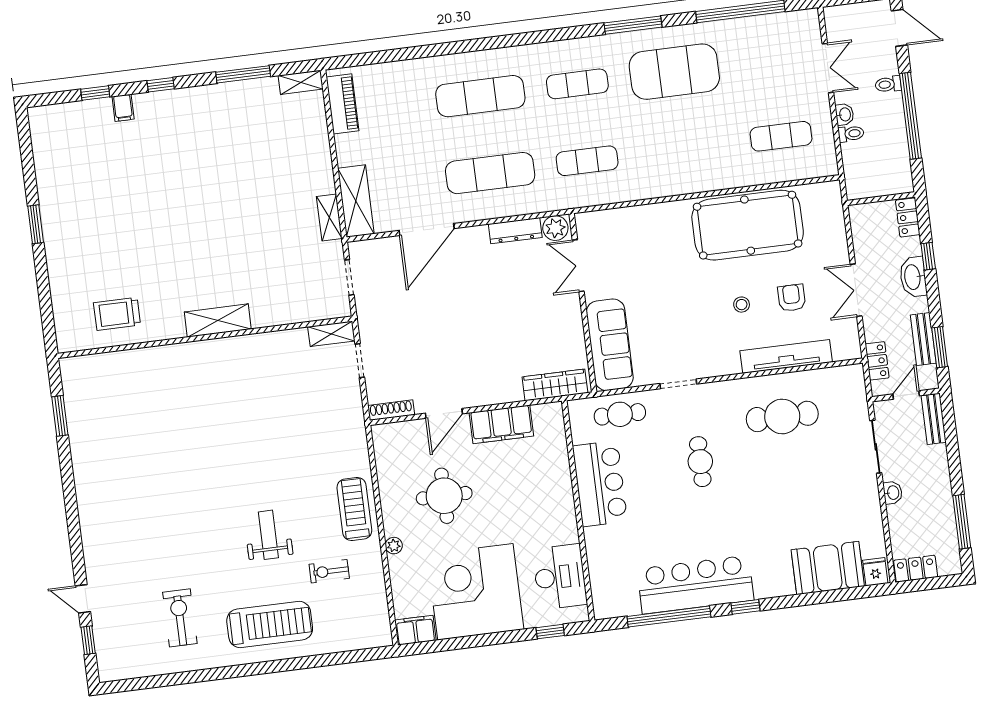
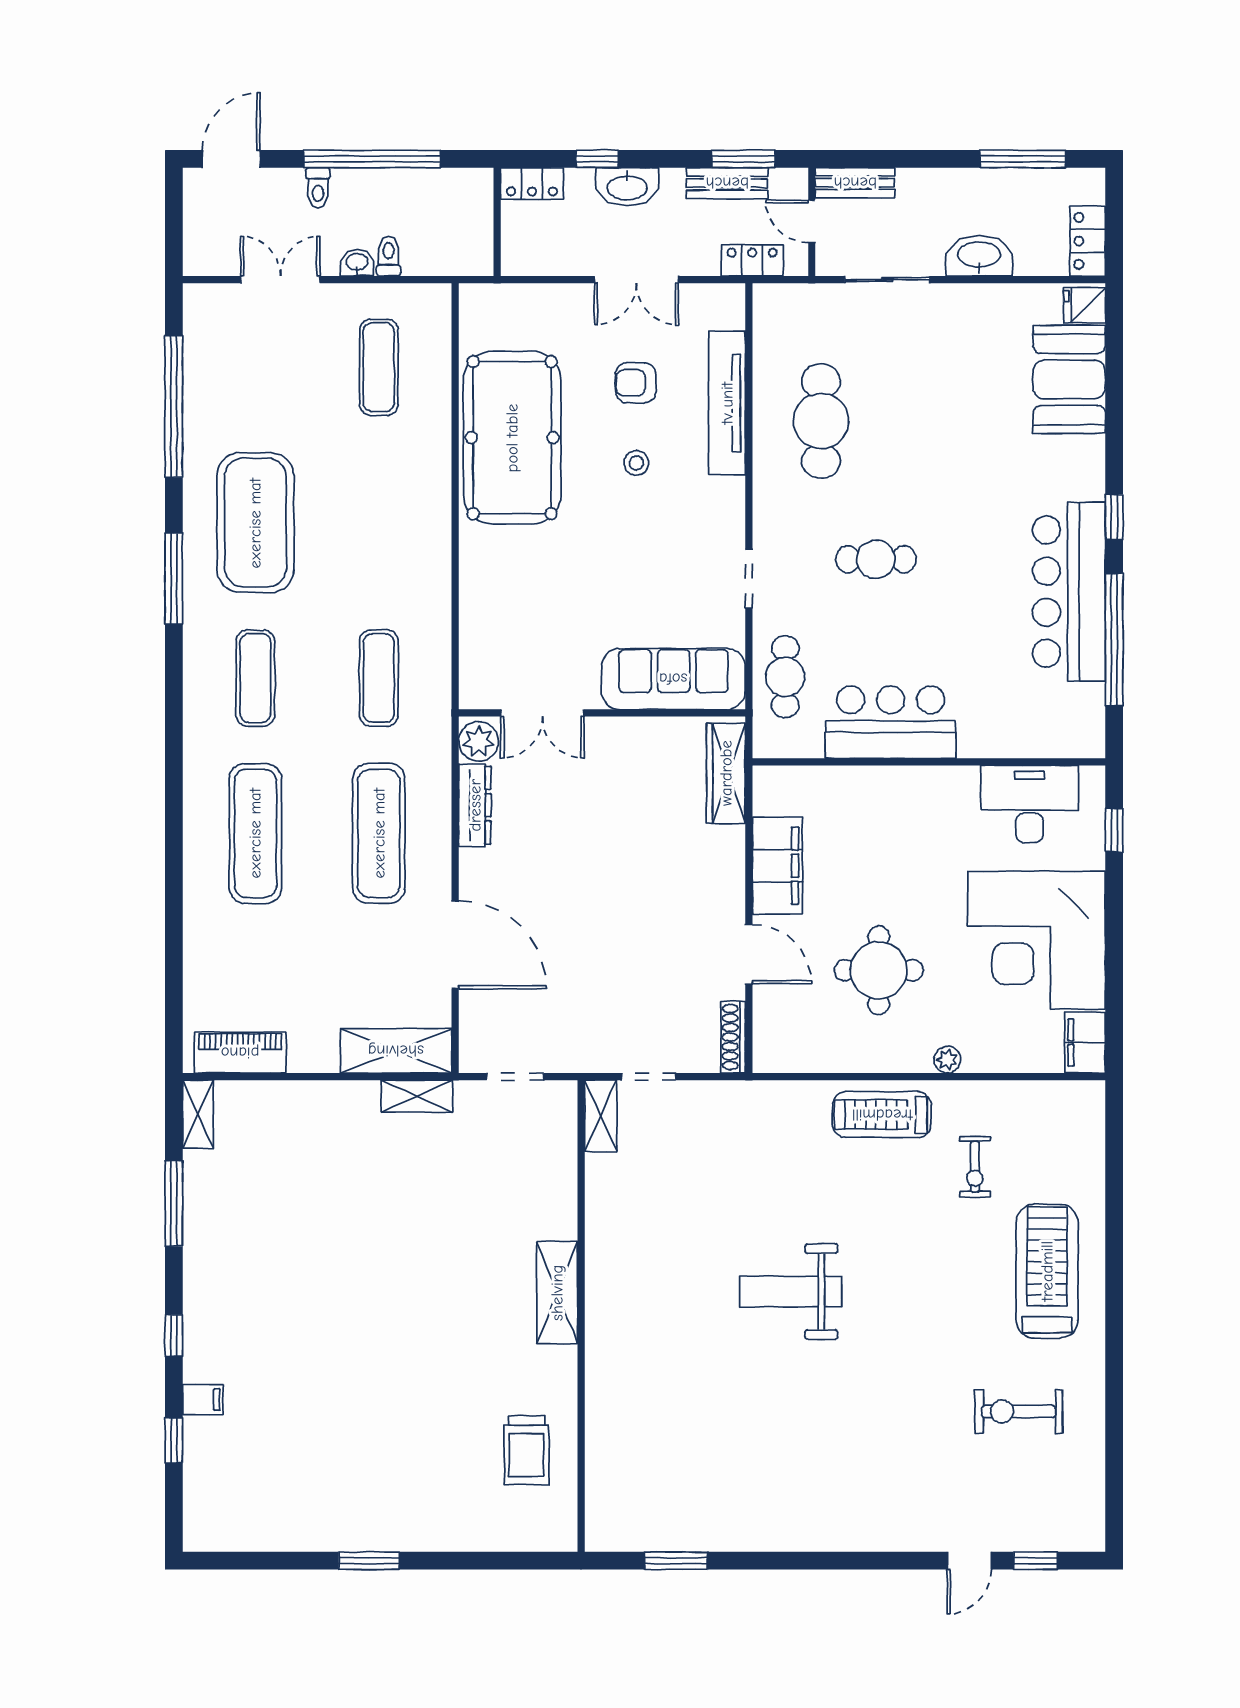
washbasin: (893, 493) -> (979, 256), width x1.91, depth x1.45
weight bench: (268, 535) -> (791, 1292), moved, width x1.36, depth x1.33

